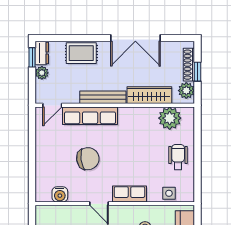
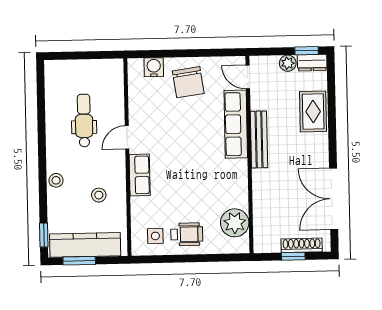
double door: (135, 38) -> (334, 199), moved
plant: (186, 91) -> (269, 243), removed
wardrobe: (149, 95) -> (263, 197), removed
chair: (88, 159) -> (188, 82), moved
side table: (169, 193) -> (155, 236), moved
water cooler: (60, 194) -> (154, 67), moved, turned 90

